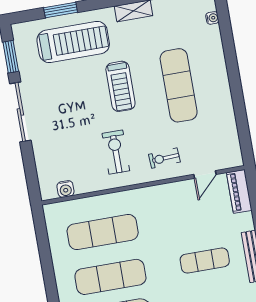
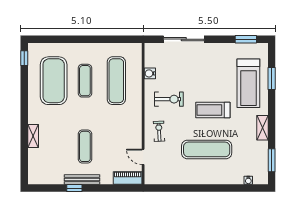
sliding door: (20, 112) -> (184, 39), moved
water cooler: (65, 189) -> (150, 73), moved
exercise mat: (110, 277) -> (85, 81), width x0.73, depth x0.69

